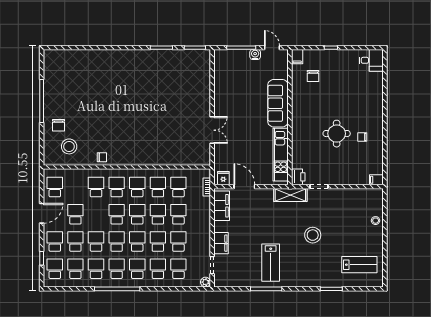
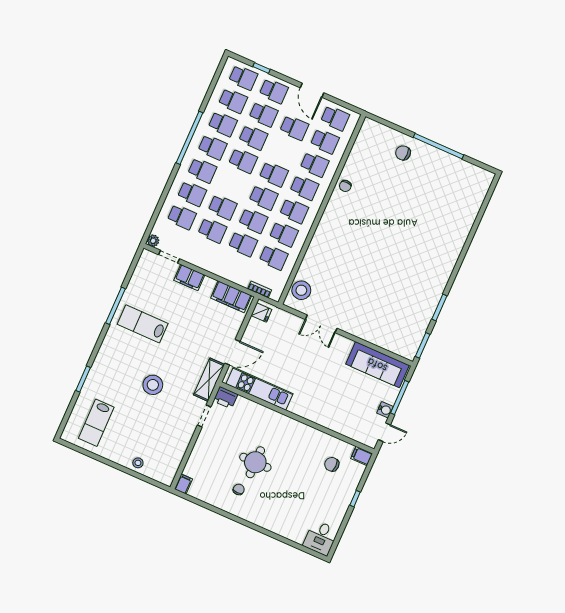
sofa: (278, 103) -> (377, 365), moved, turned 180
stool: (69, 146) -> (301, 290), moved
door: (244, 187) -> (232, 352), moved
school desk: (137, 241) -> (325, 141), moved

